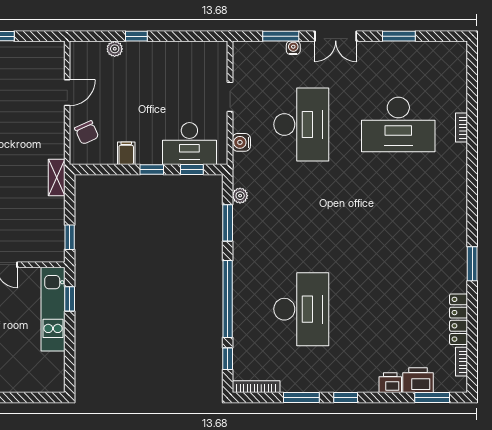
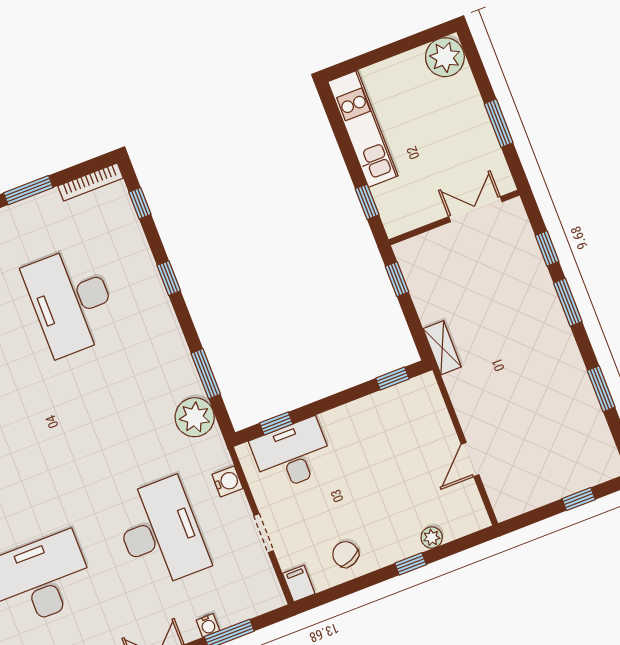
desk: (301, 124) -> (161, 533), turned 180
chair: (87, 133) -> (346, 554), moved
filing cabinet: (126, 153) -> (299, 584), moved, turned 180
window: (152, 169) -> (392, 379), moved
plant: (240, 196) -> (195, 417), width x1.87, depth x1.87
window: (228, 299) -> (169, 278), width x0.32
kitchen unit: (53, 309) -> (363, 129), moved

